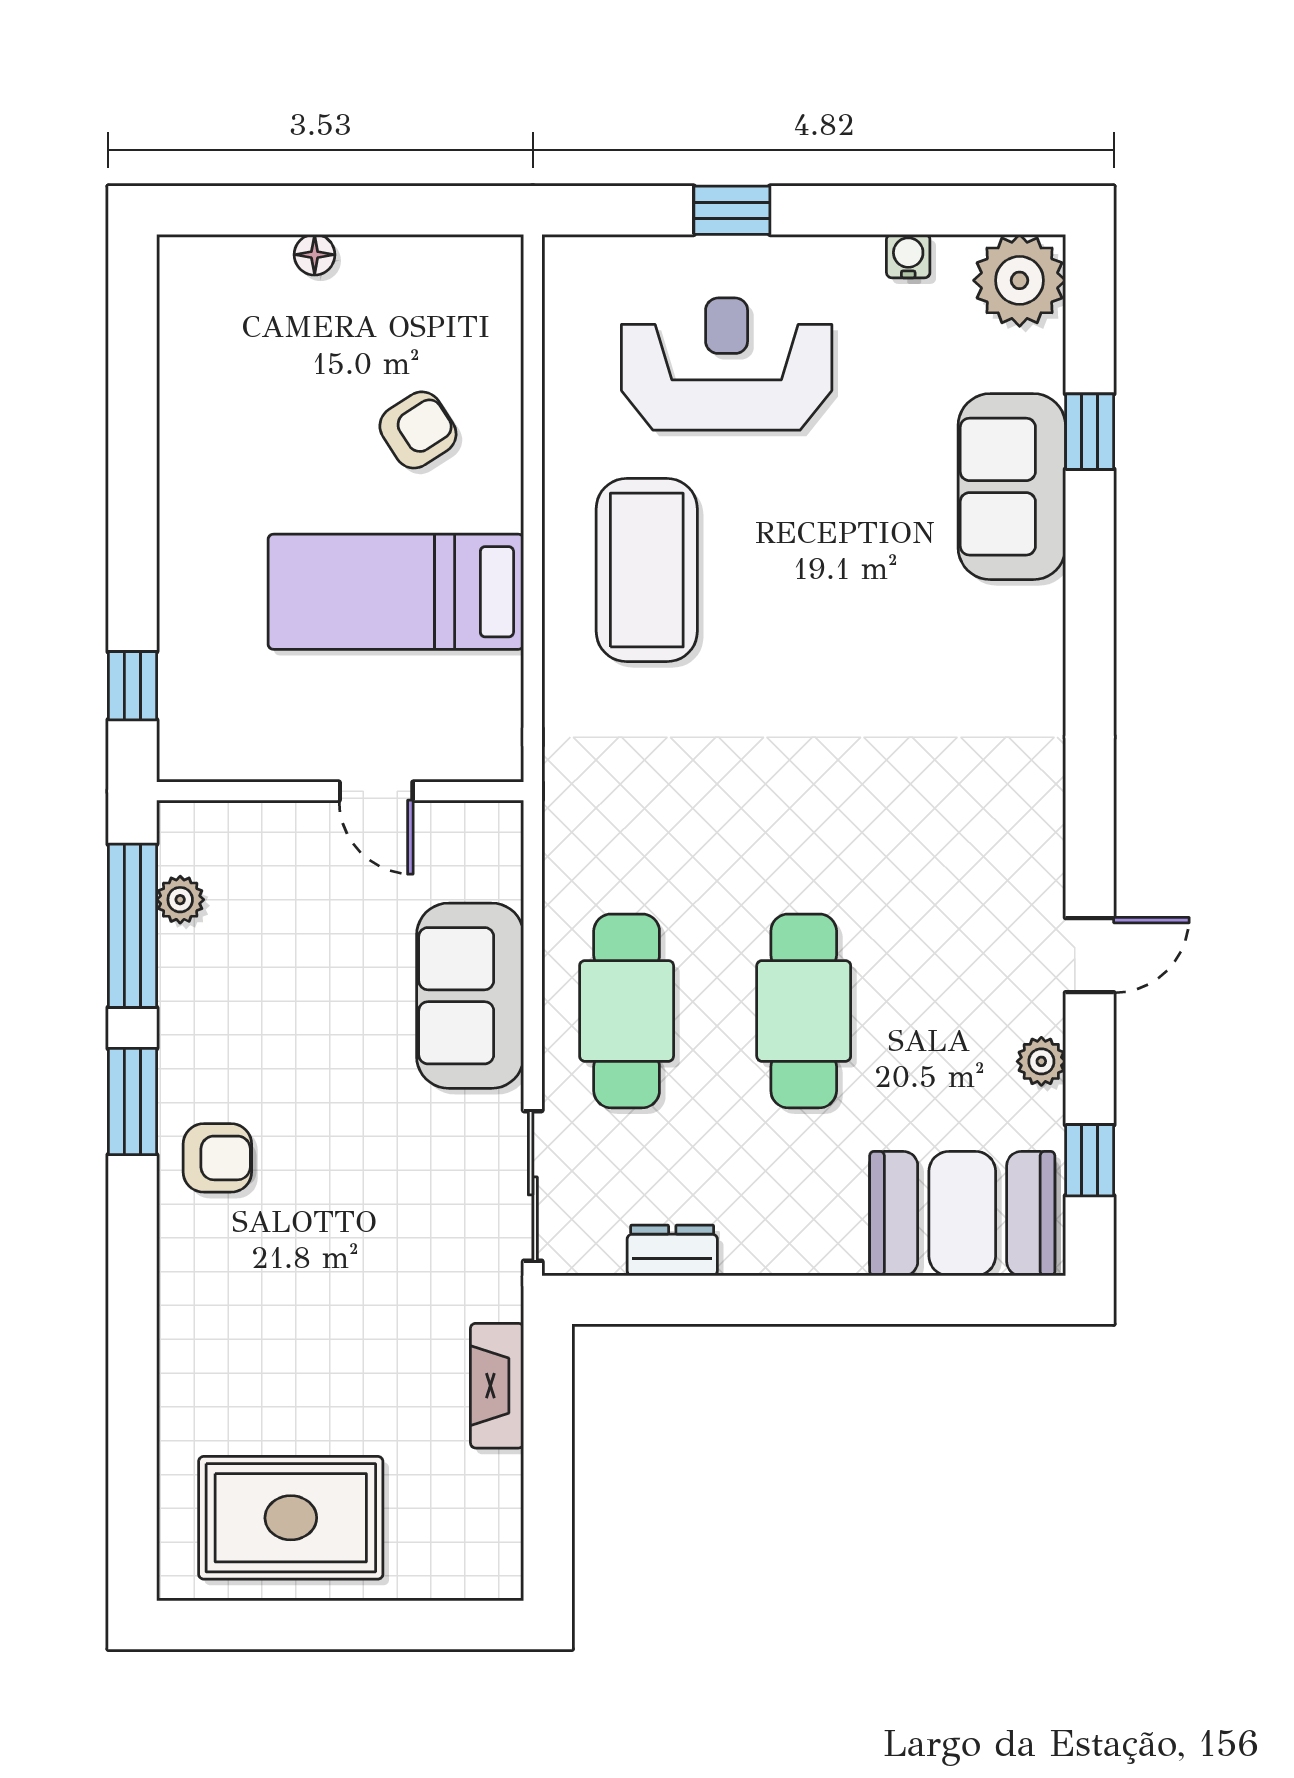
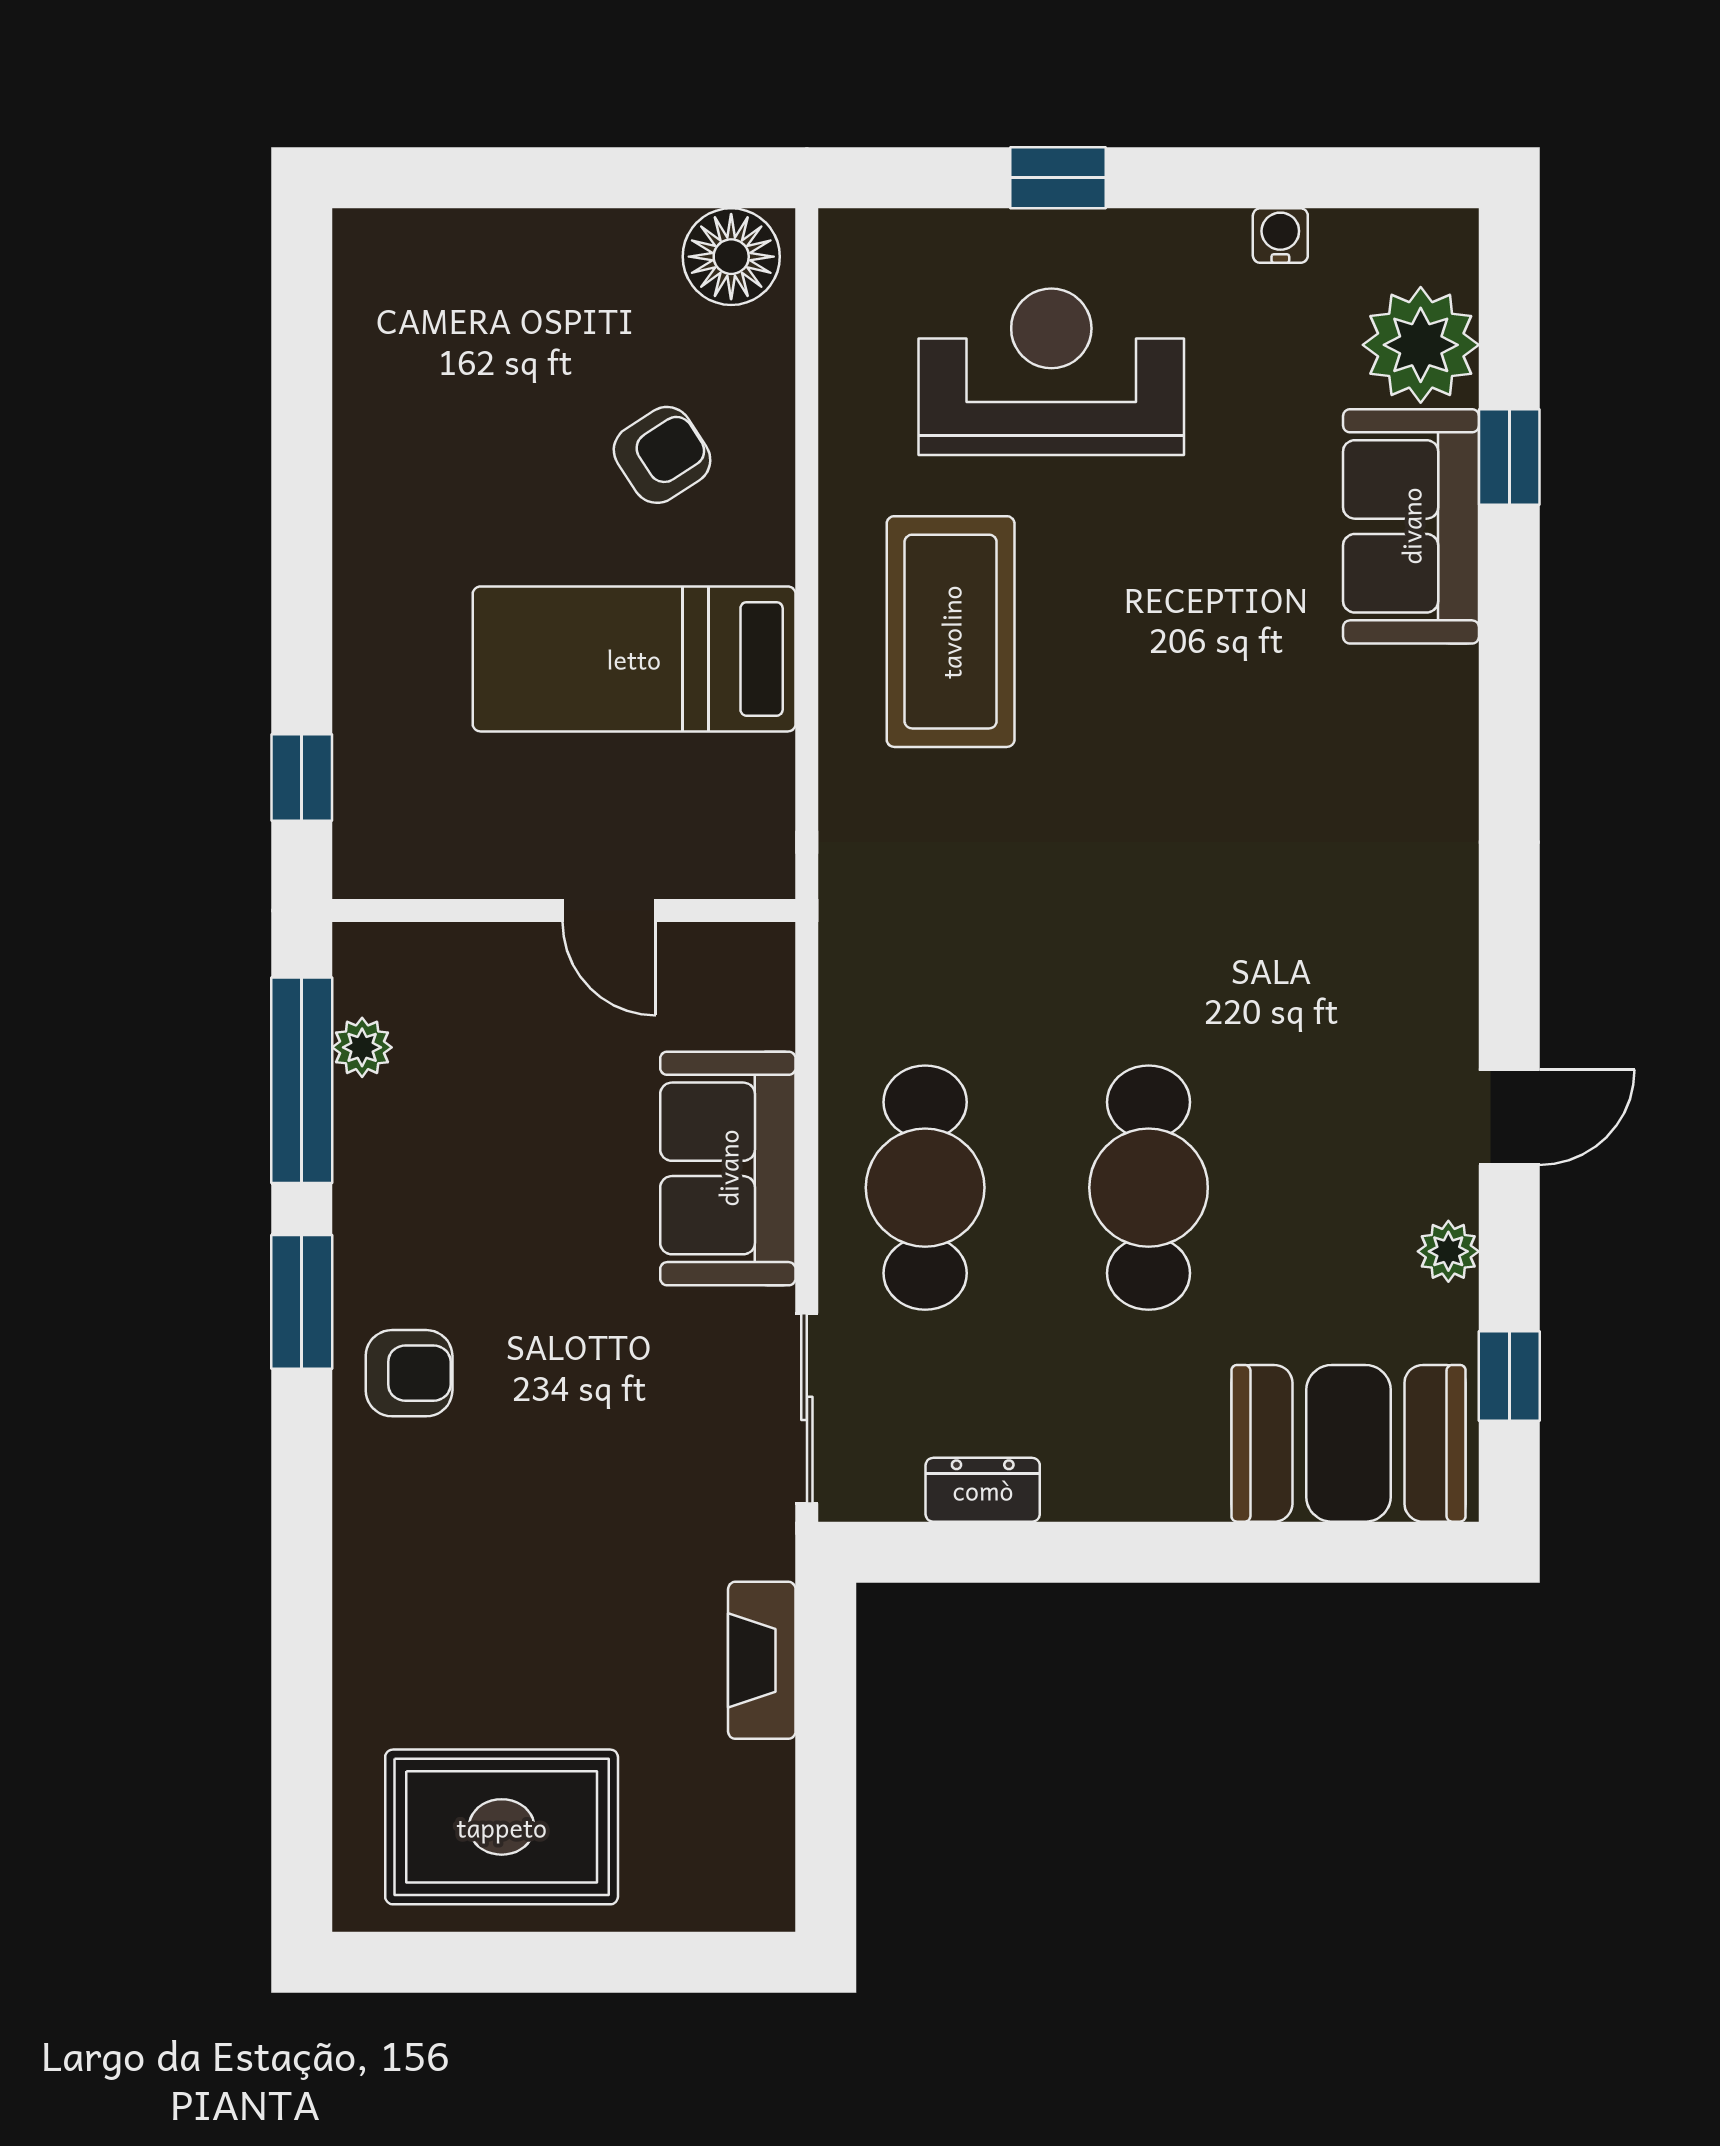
floor lamp: (315, 255) -> (731, 257), moved, width x1.89, depth x1.89
plant: (1020, 280) -> (1421, 345), moved

